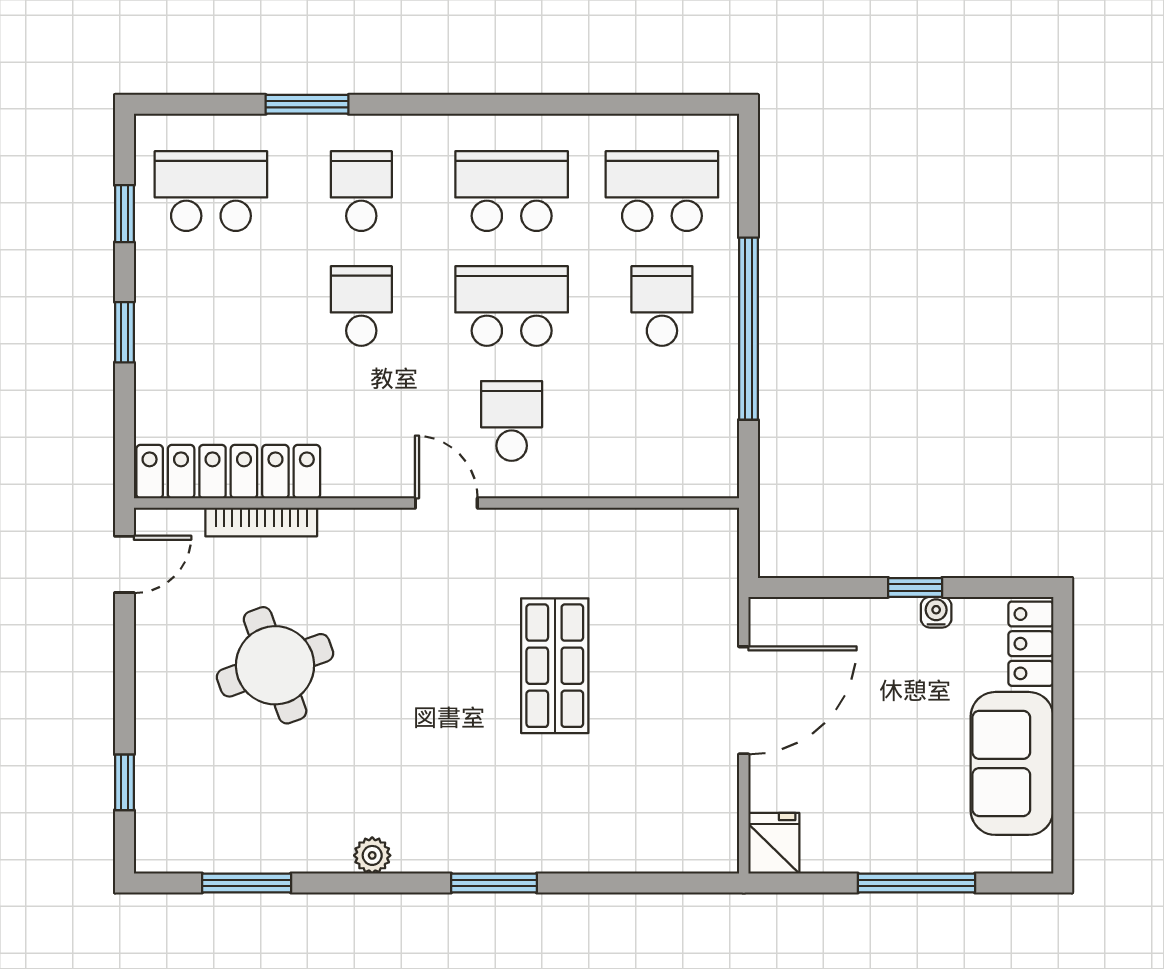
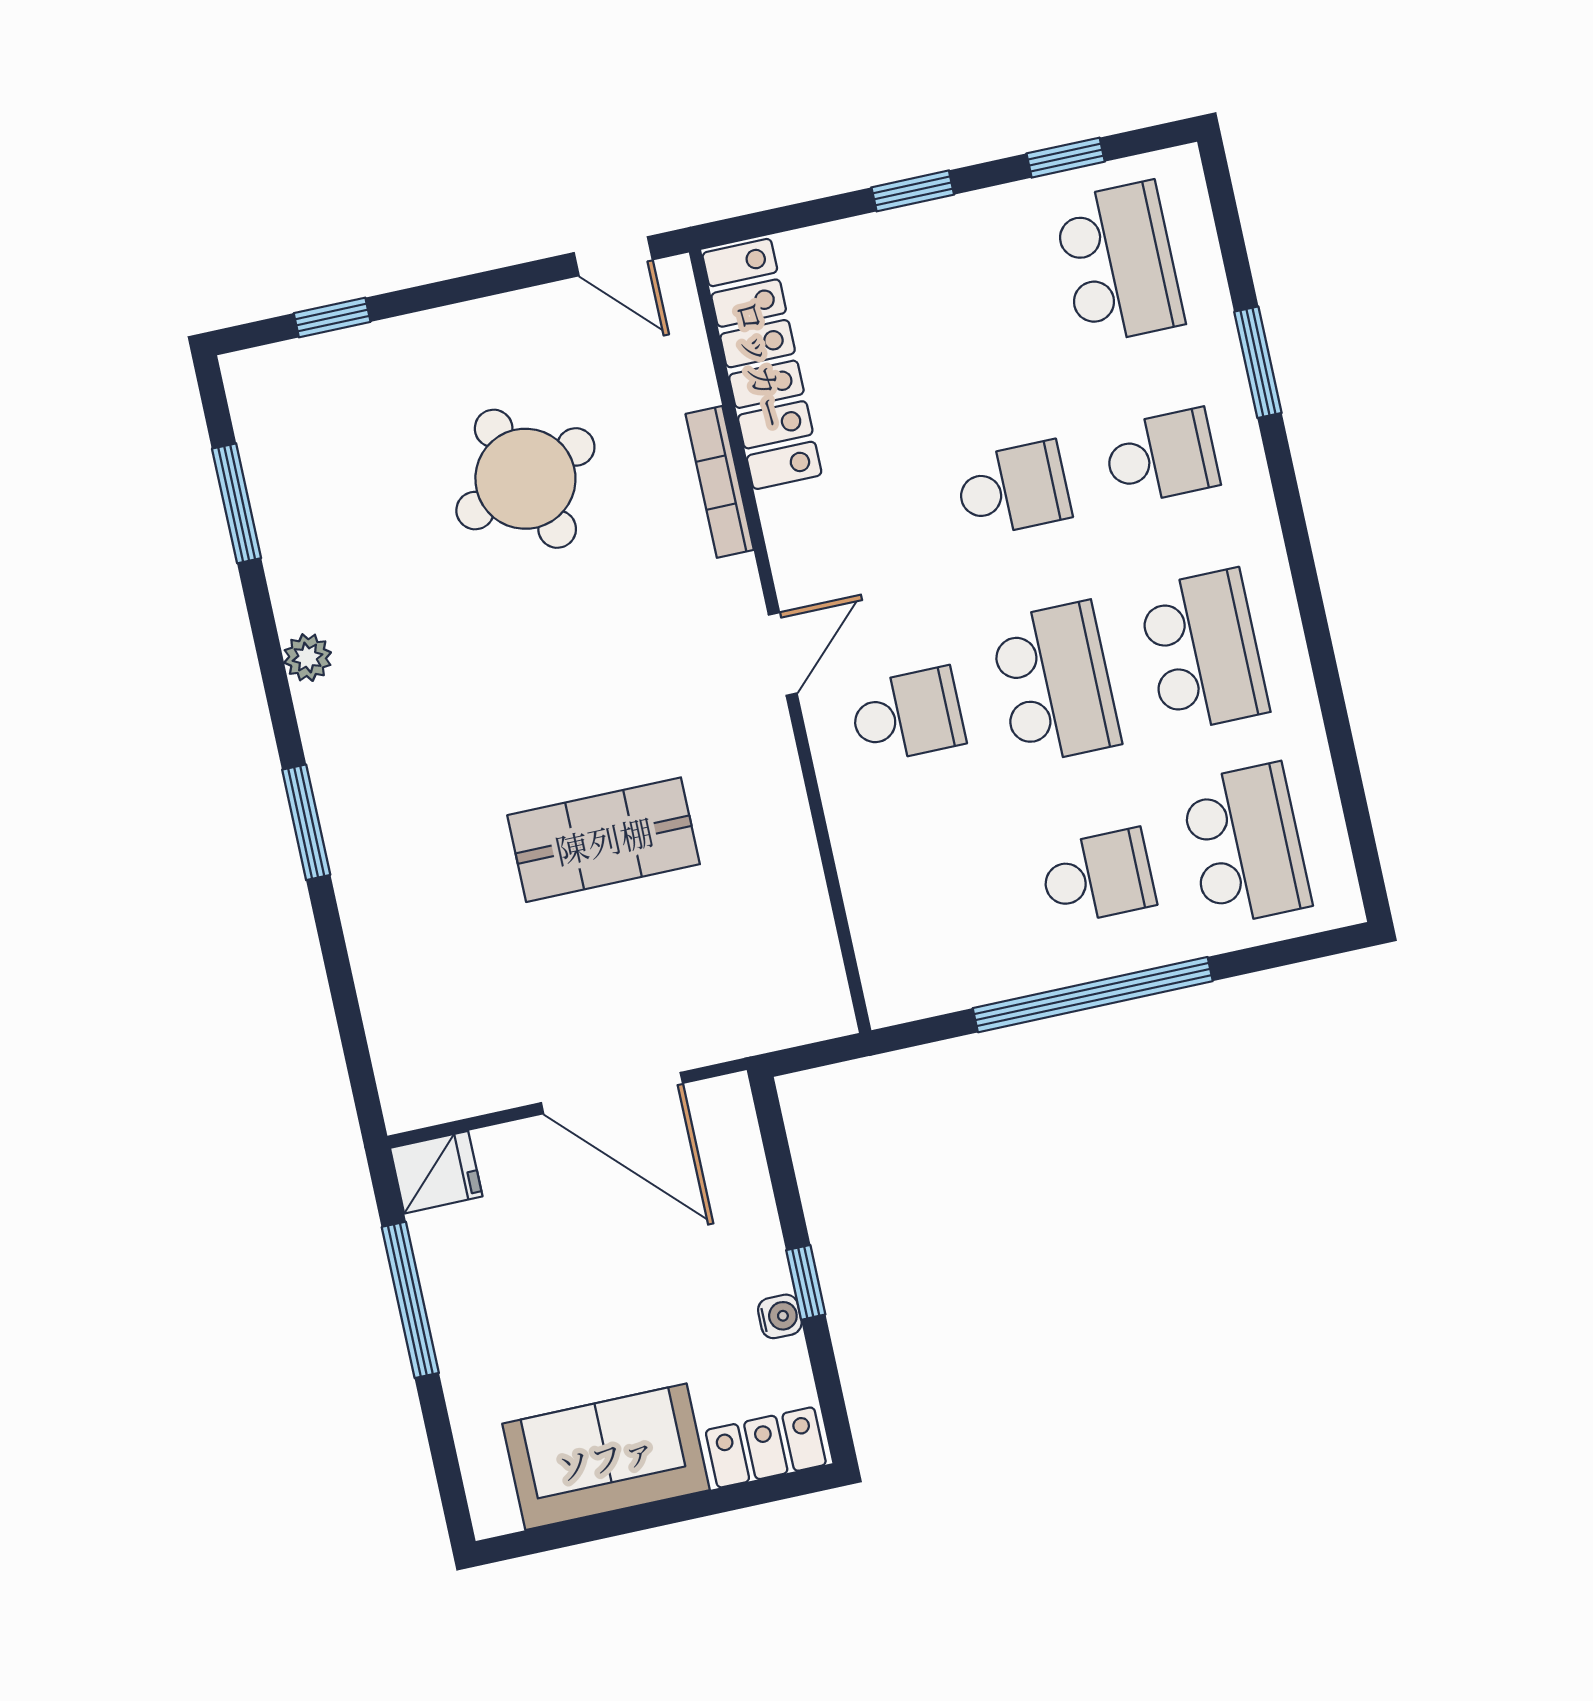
bookcase: (261, 522) -> (720, 482), moved
window: (916, 883) -> (410, 1300), moved

